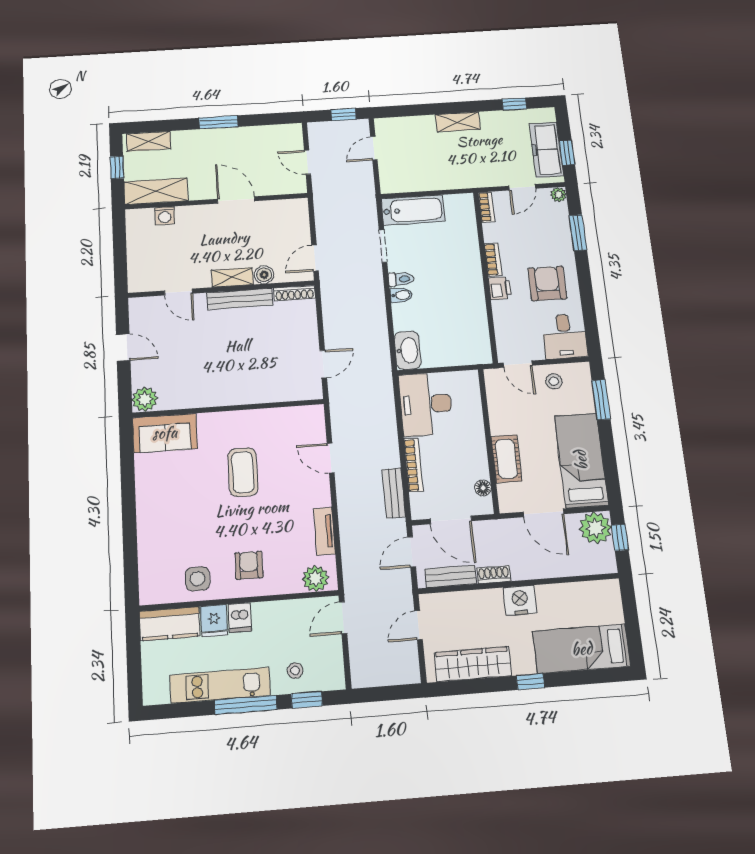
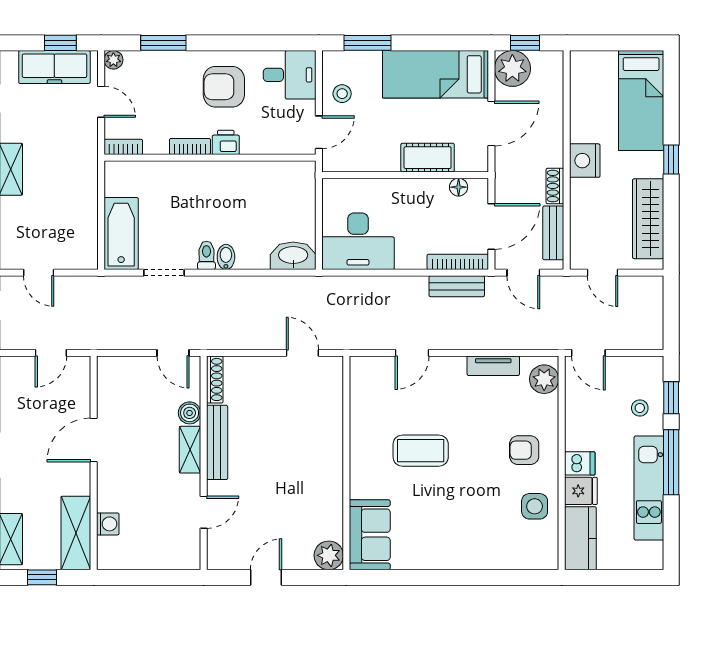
bookcase: (413, 465) -> (458, 262), moved

